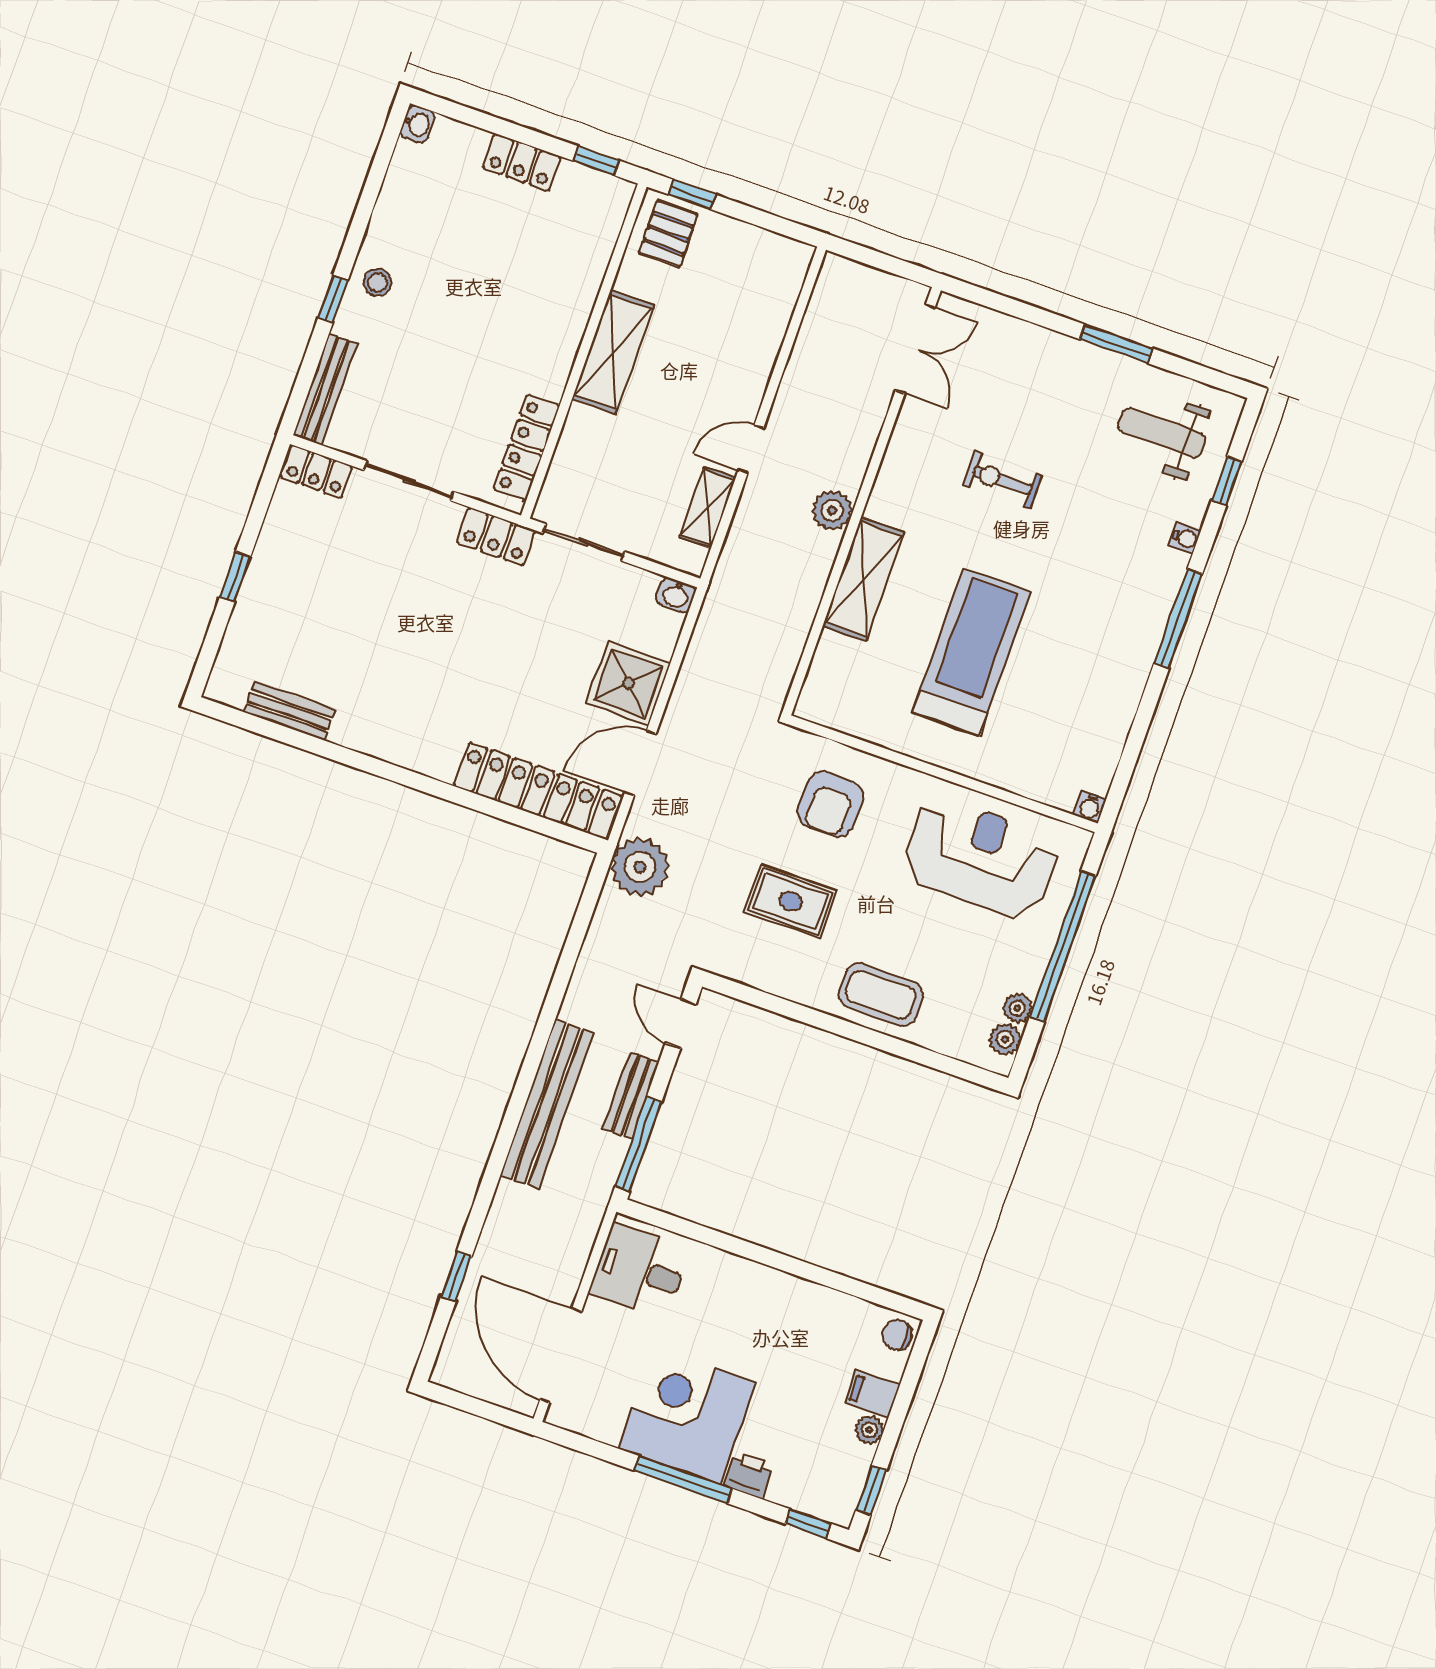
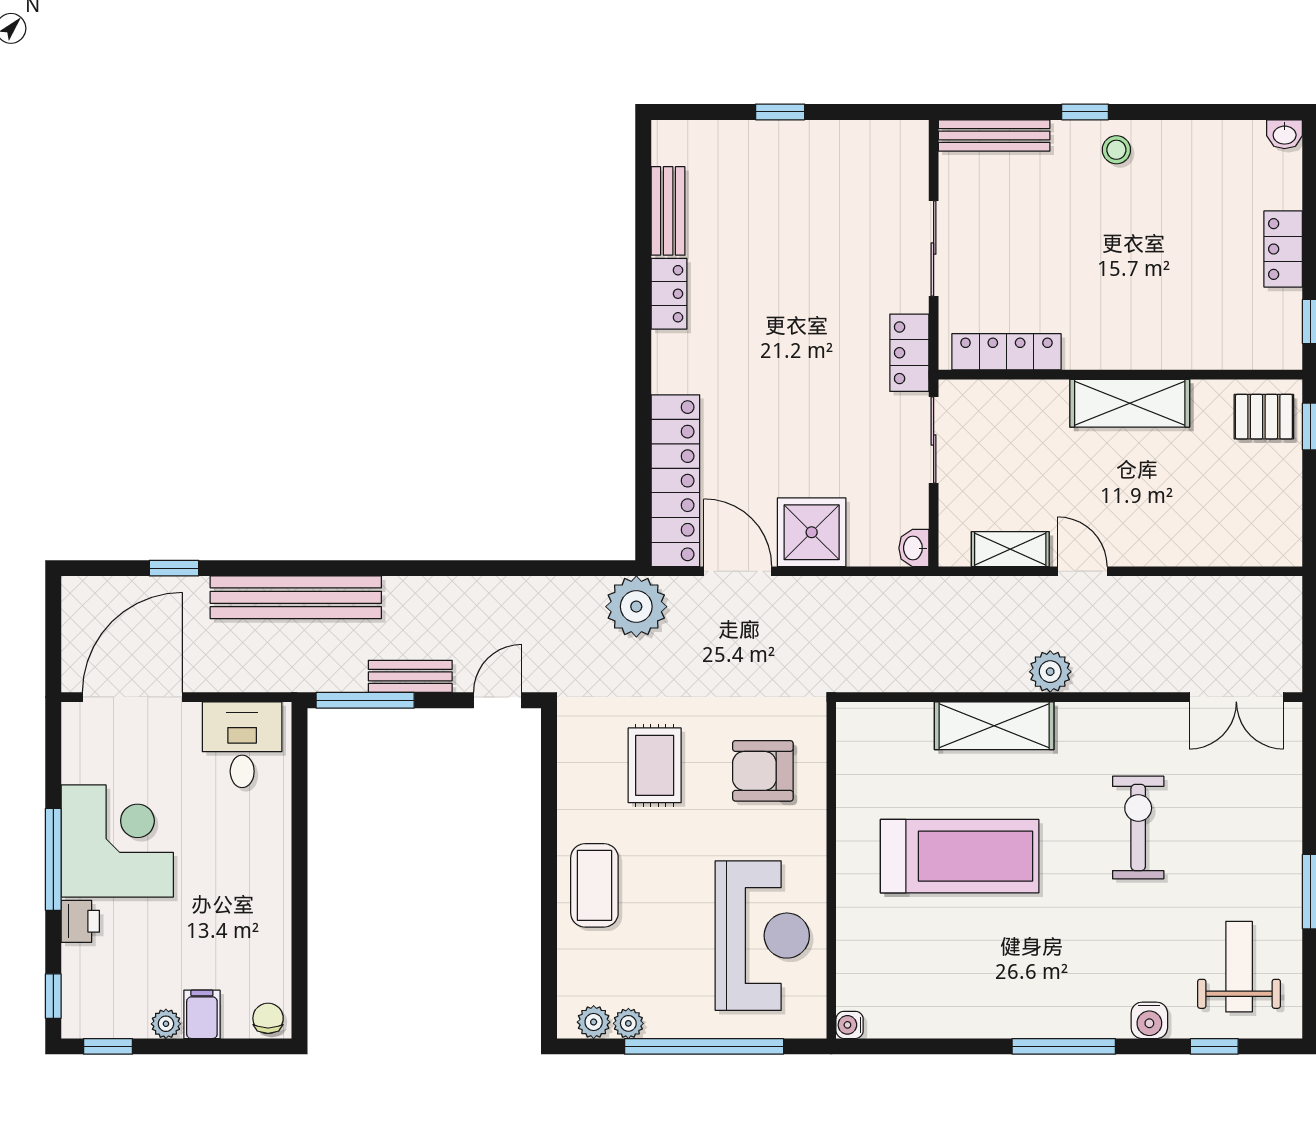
locker: (316, 472) -> (669, 294), moved, turned 180
exercise bike: (1003, 480) -> (1138, 828), width x1.38, depth x1.39
water cooler: (1185, 538) -> (1149, 1020), width x1.38, depth x1.38
bench: (547, 1104) -> (296, 597), moved

